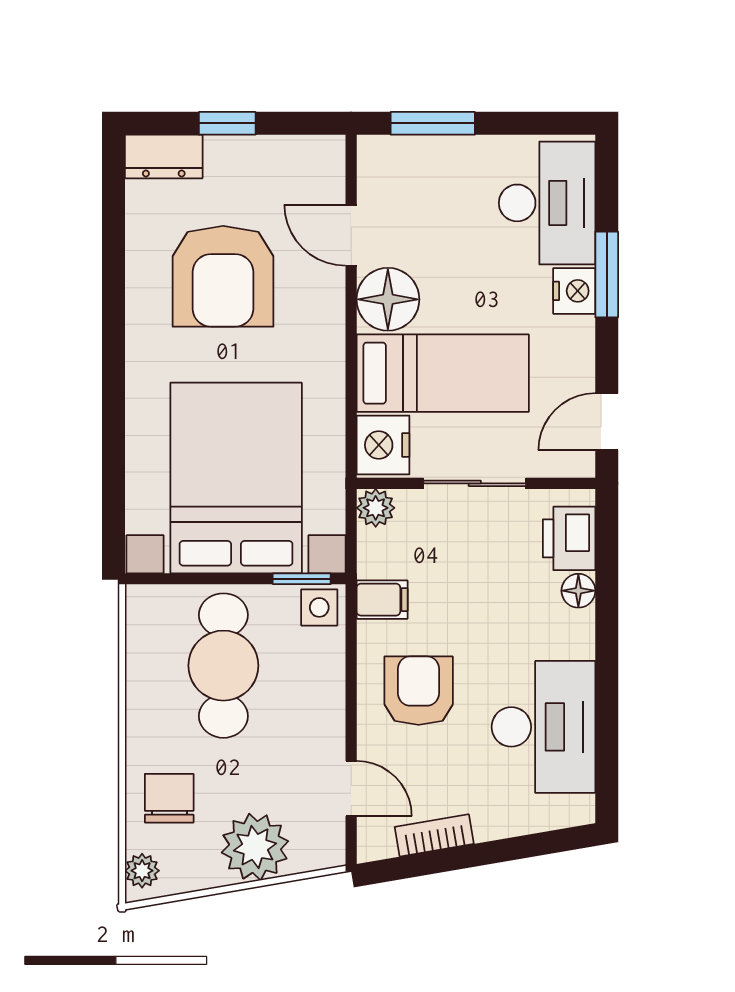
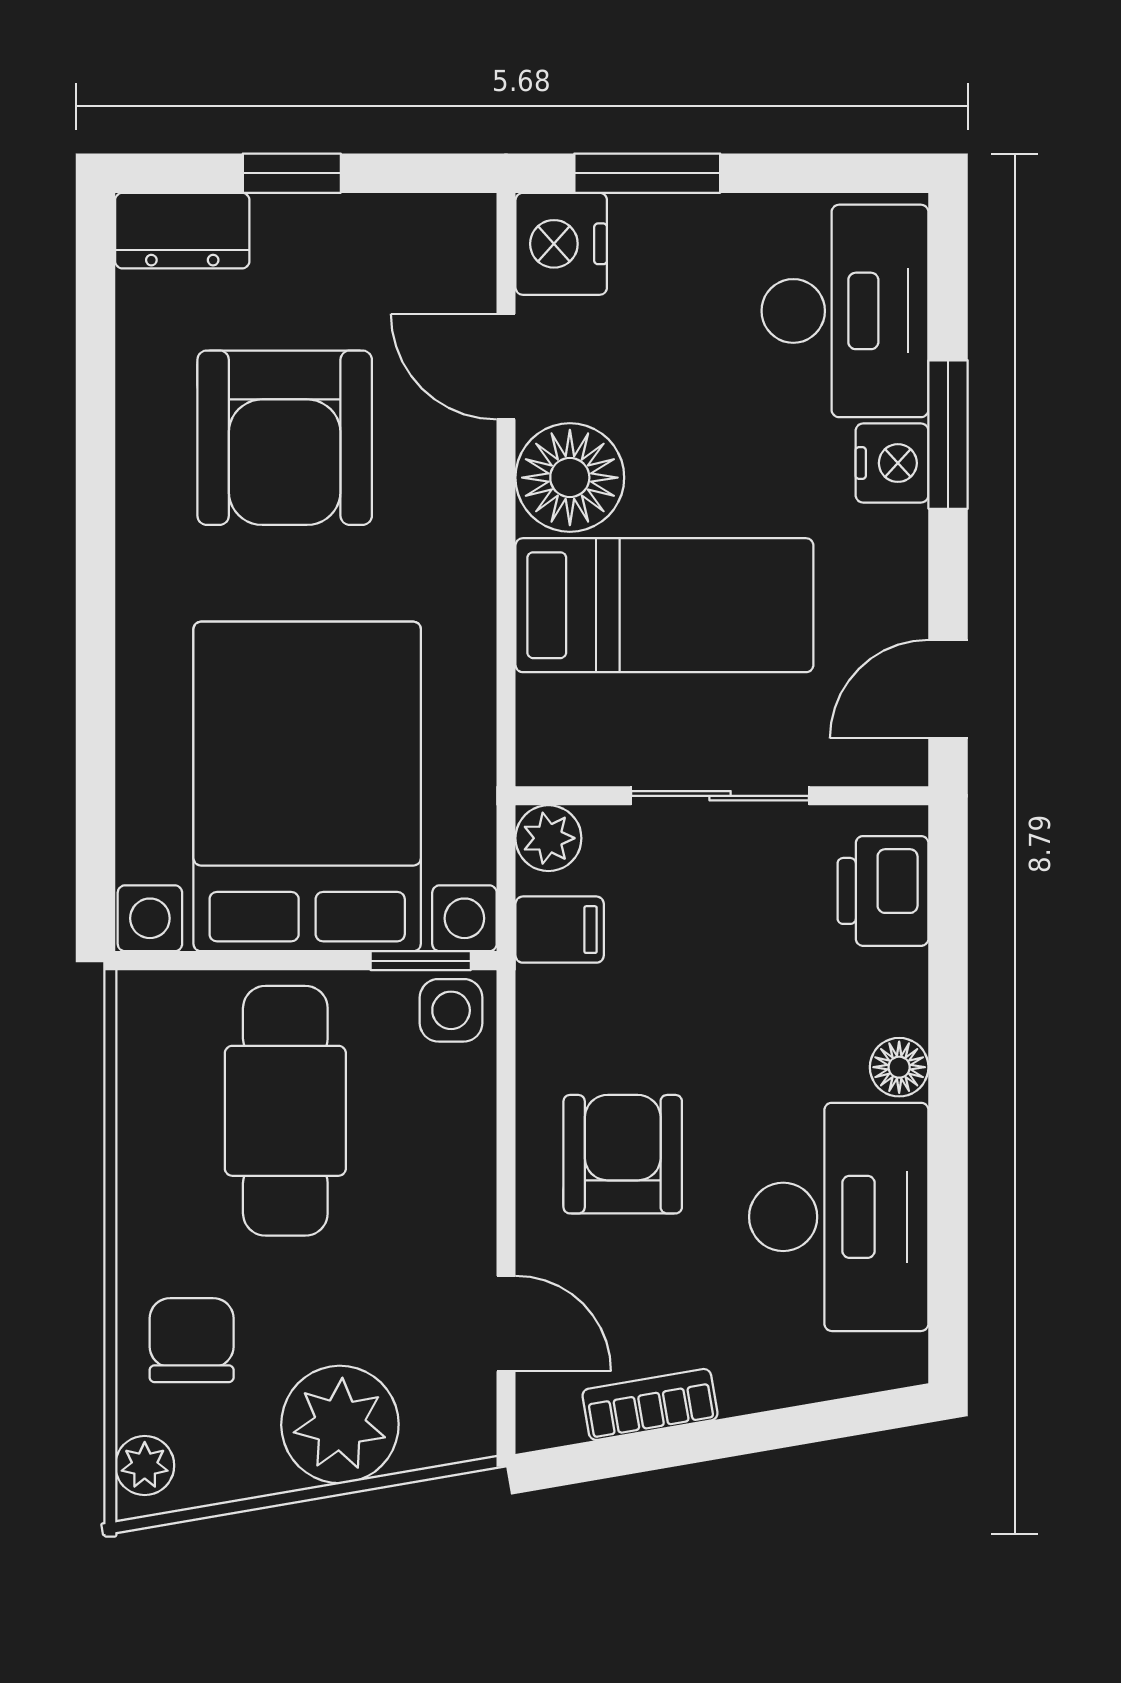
nightstand: (383, 445) -> (561, 244), moved
floor lamp: (578, 591) -> (899, 1067), moved
filing cabinet: (382, 600) -> (560, 930), moved

